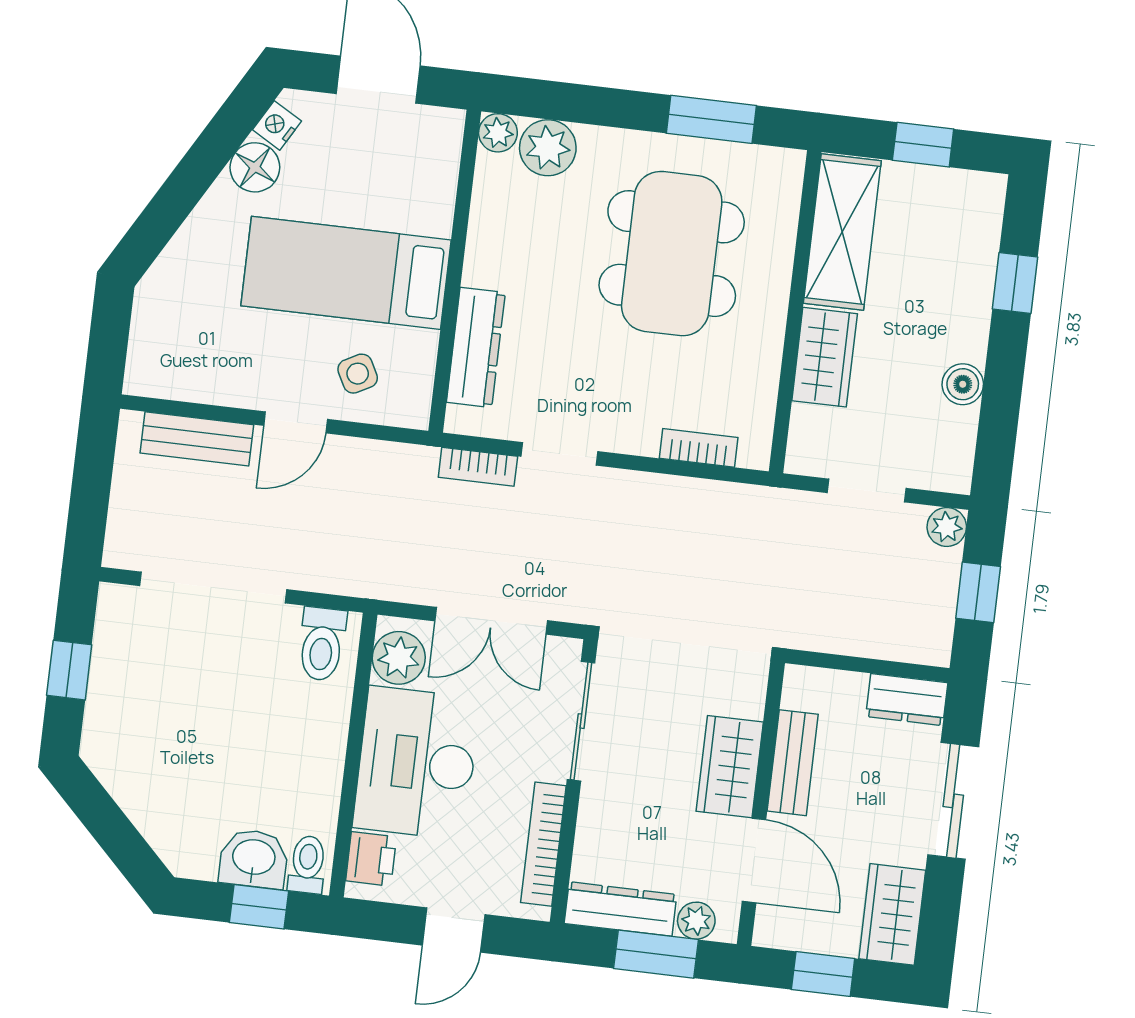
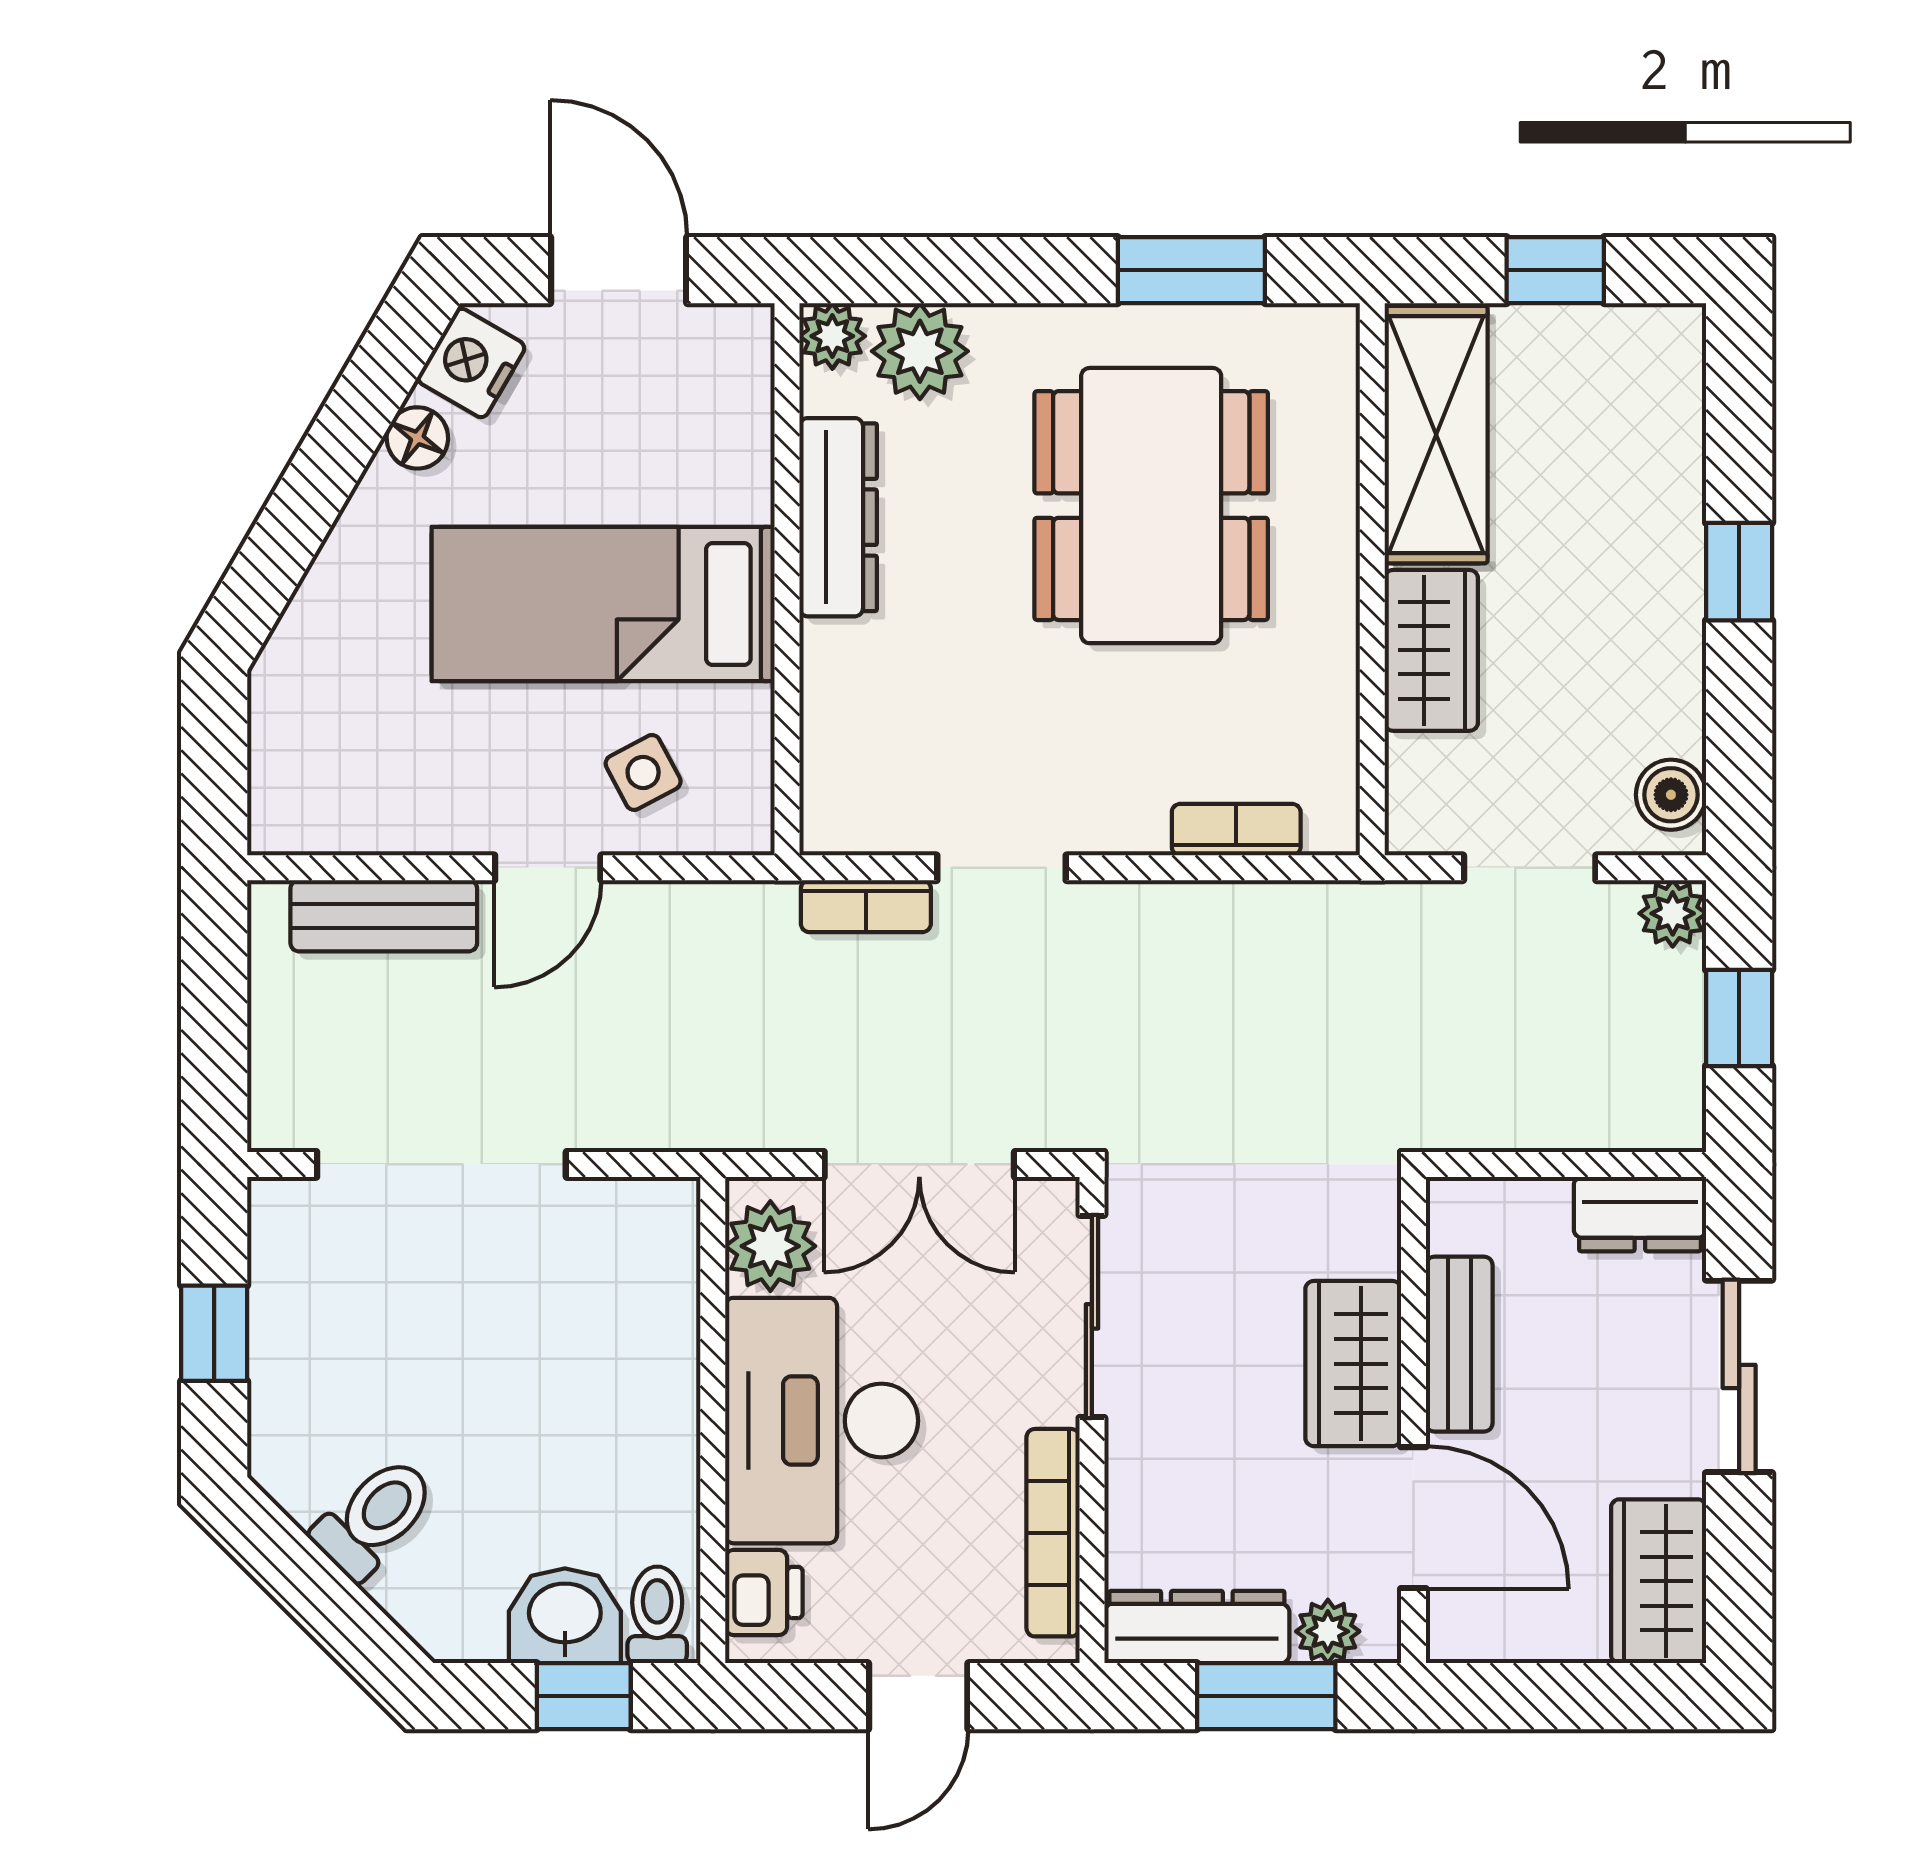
nightstand: (277, 125) -> (471, 363), width x1.39, depth x1.35
floor lamp: (255, 167) -> (417, 438), width x0.73, depth x0.73
window: (1015, 283) -> (1739, 572), moved
dresser: (476, 347) -> (838, 517), moved
boiler: (963, 384) -> (1671, 795), moved
toilet: (322, 644) -> (375, 1517), moved, turned -135
window: (823, 974) -> (1553, 1696), removed

